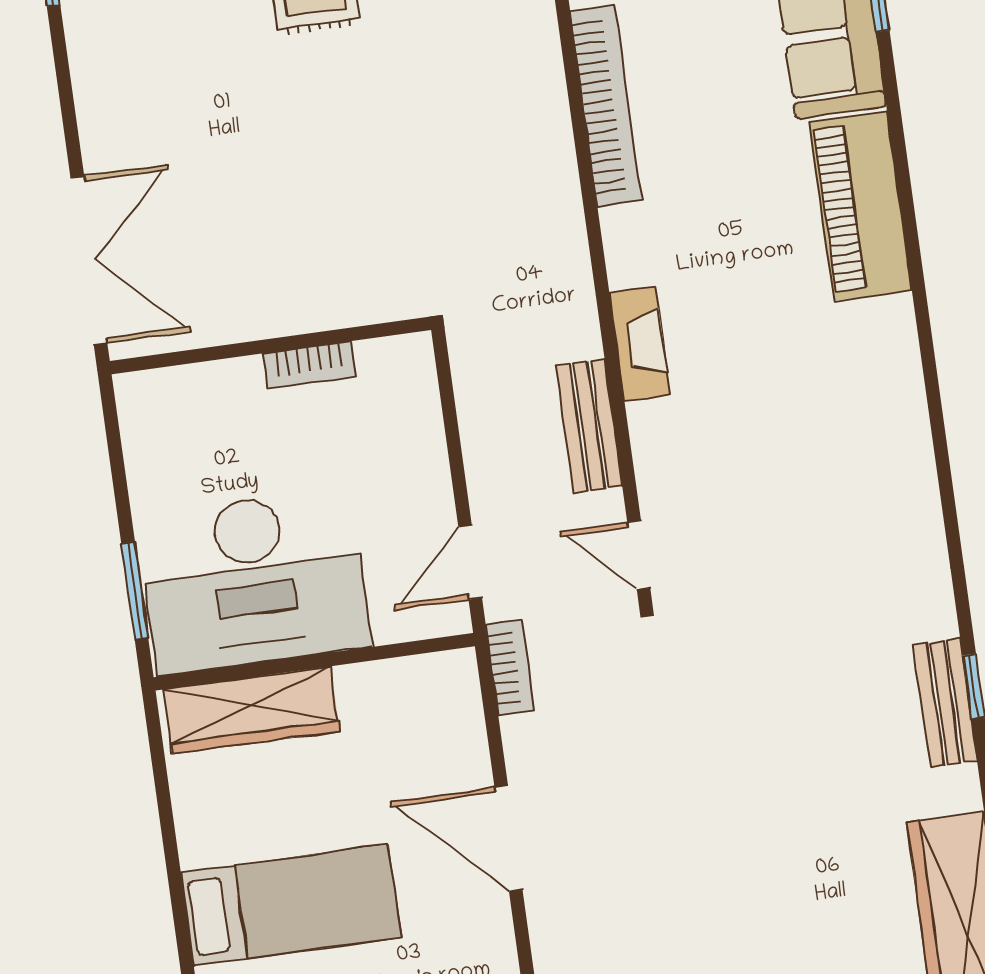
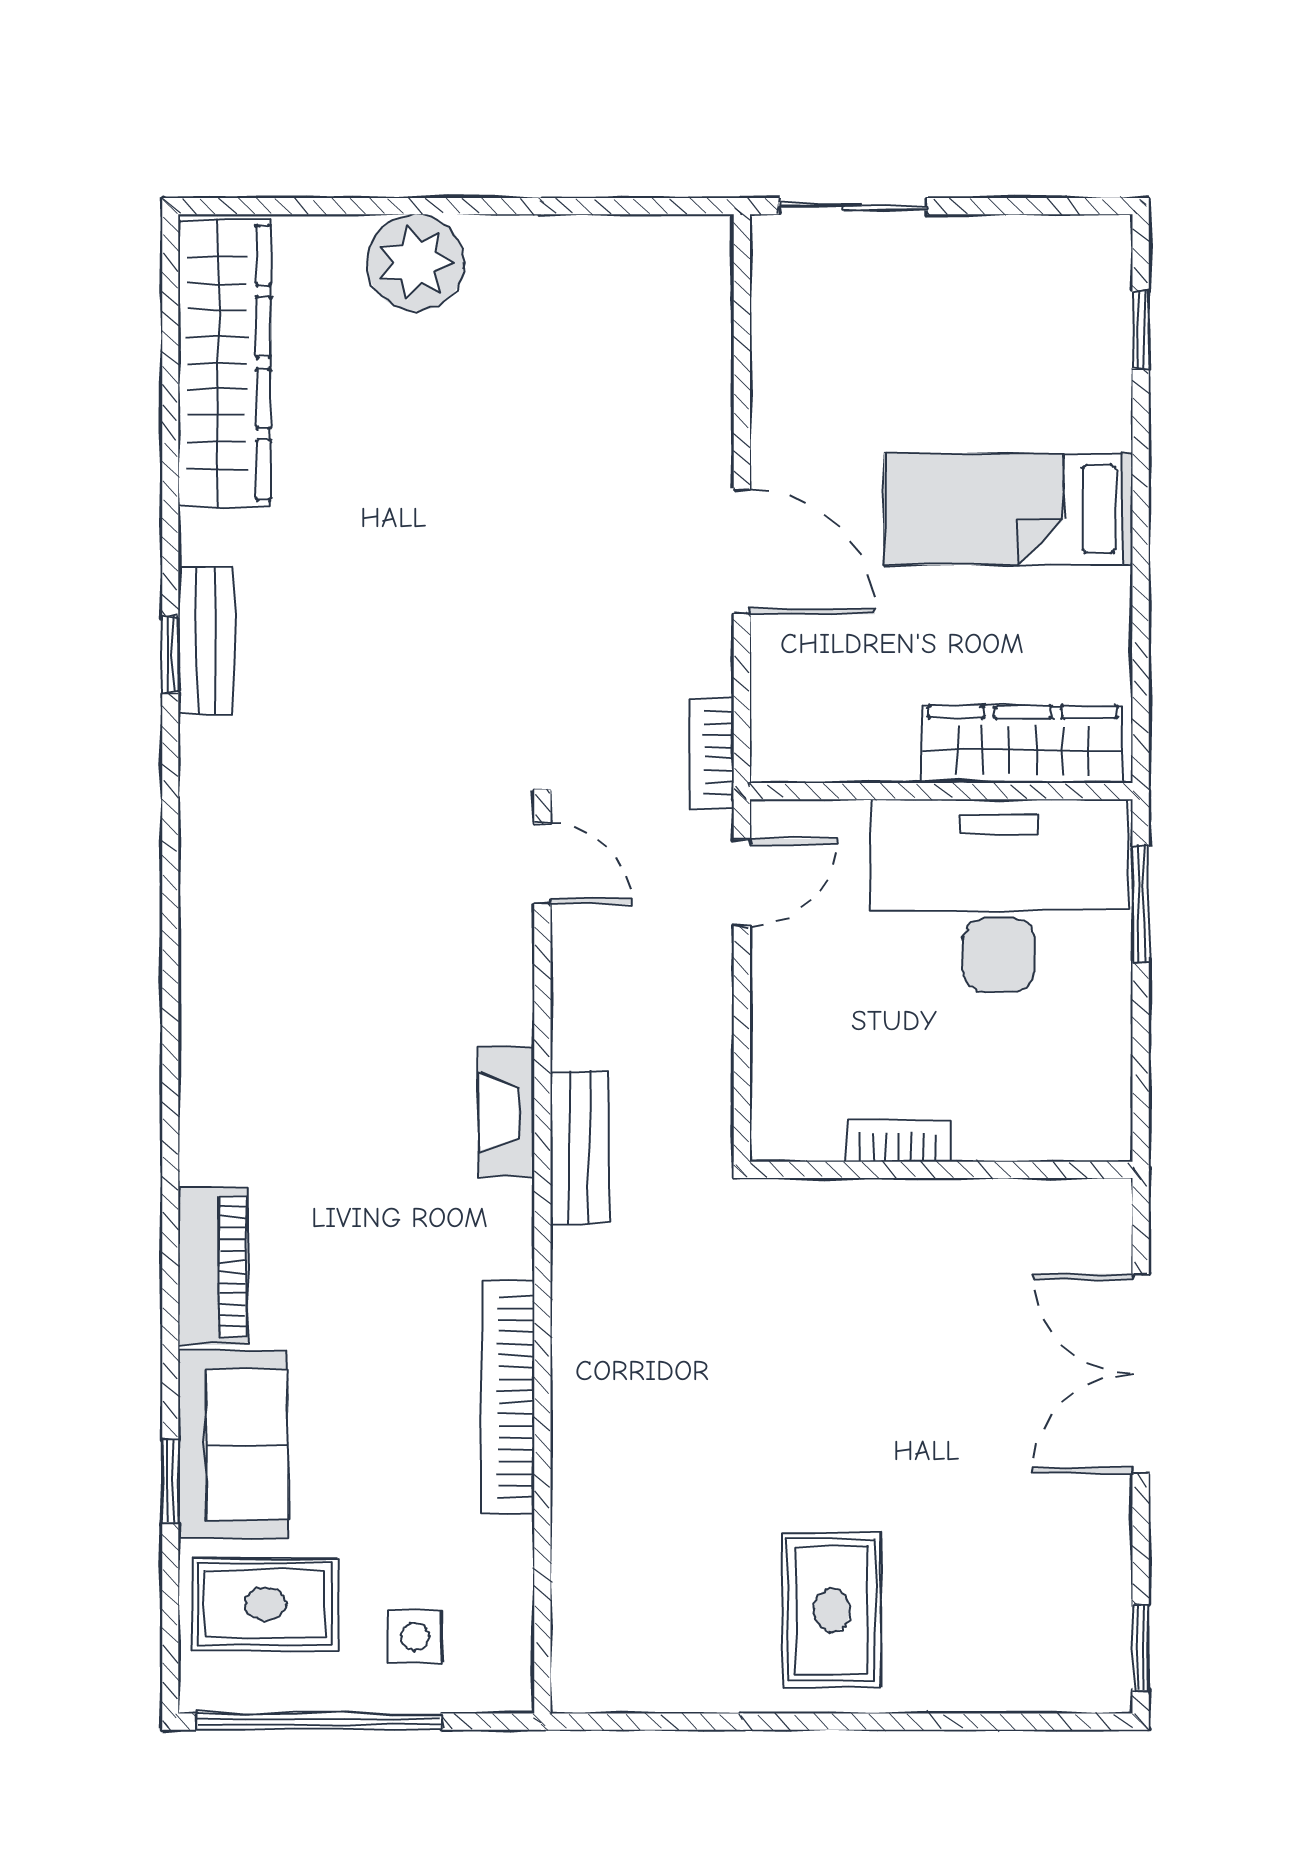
piano: (861, 206) -> (213, 1266), width x0.73, depth x0.75
double door: (89, 260) -> (1141, 1374), moved
bench: (589, 426) -> (580, 1147), moved

